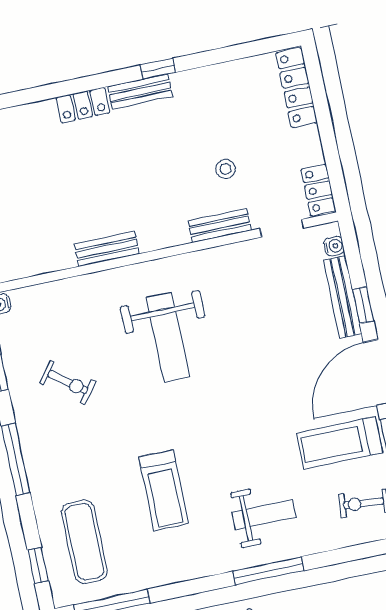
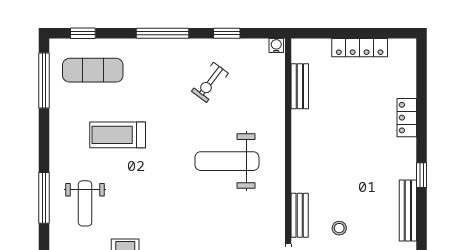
window: (158, 69) -> (422, 175), moved
bench: (140, 91) -> (408, 211), moved, width x1.36
locker: (83, 105) -> (407, 118), moved
bench: (107, 249) -> (300, 86), moved

